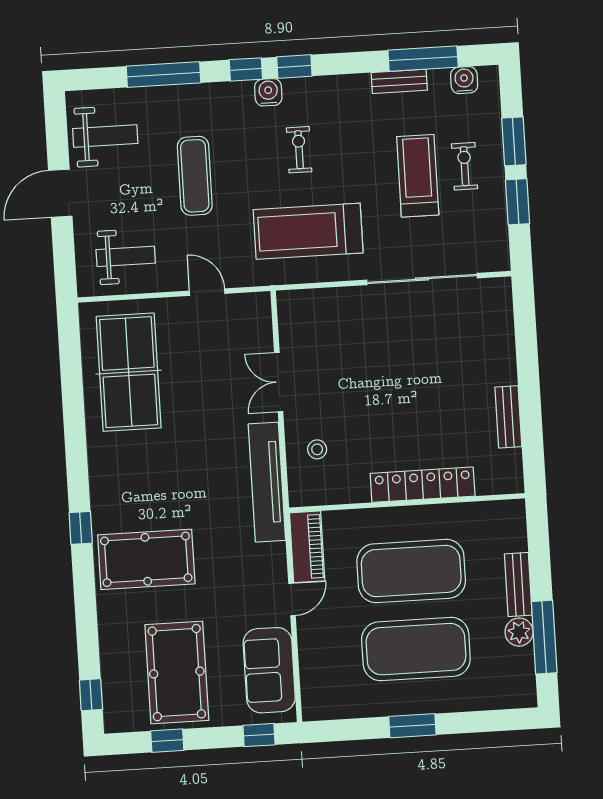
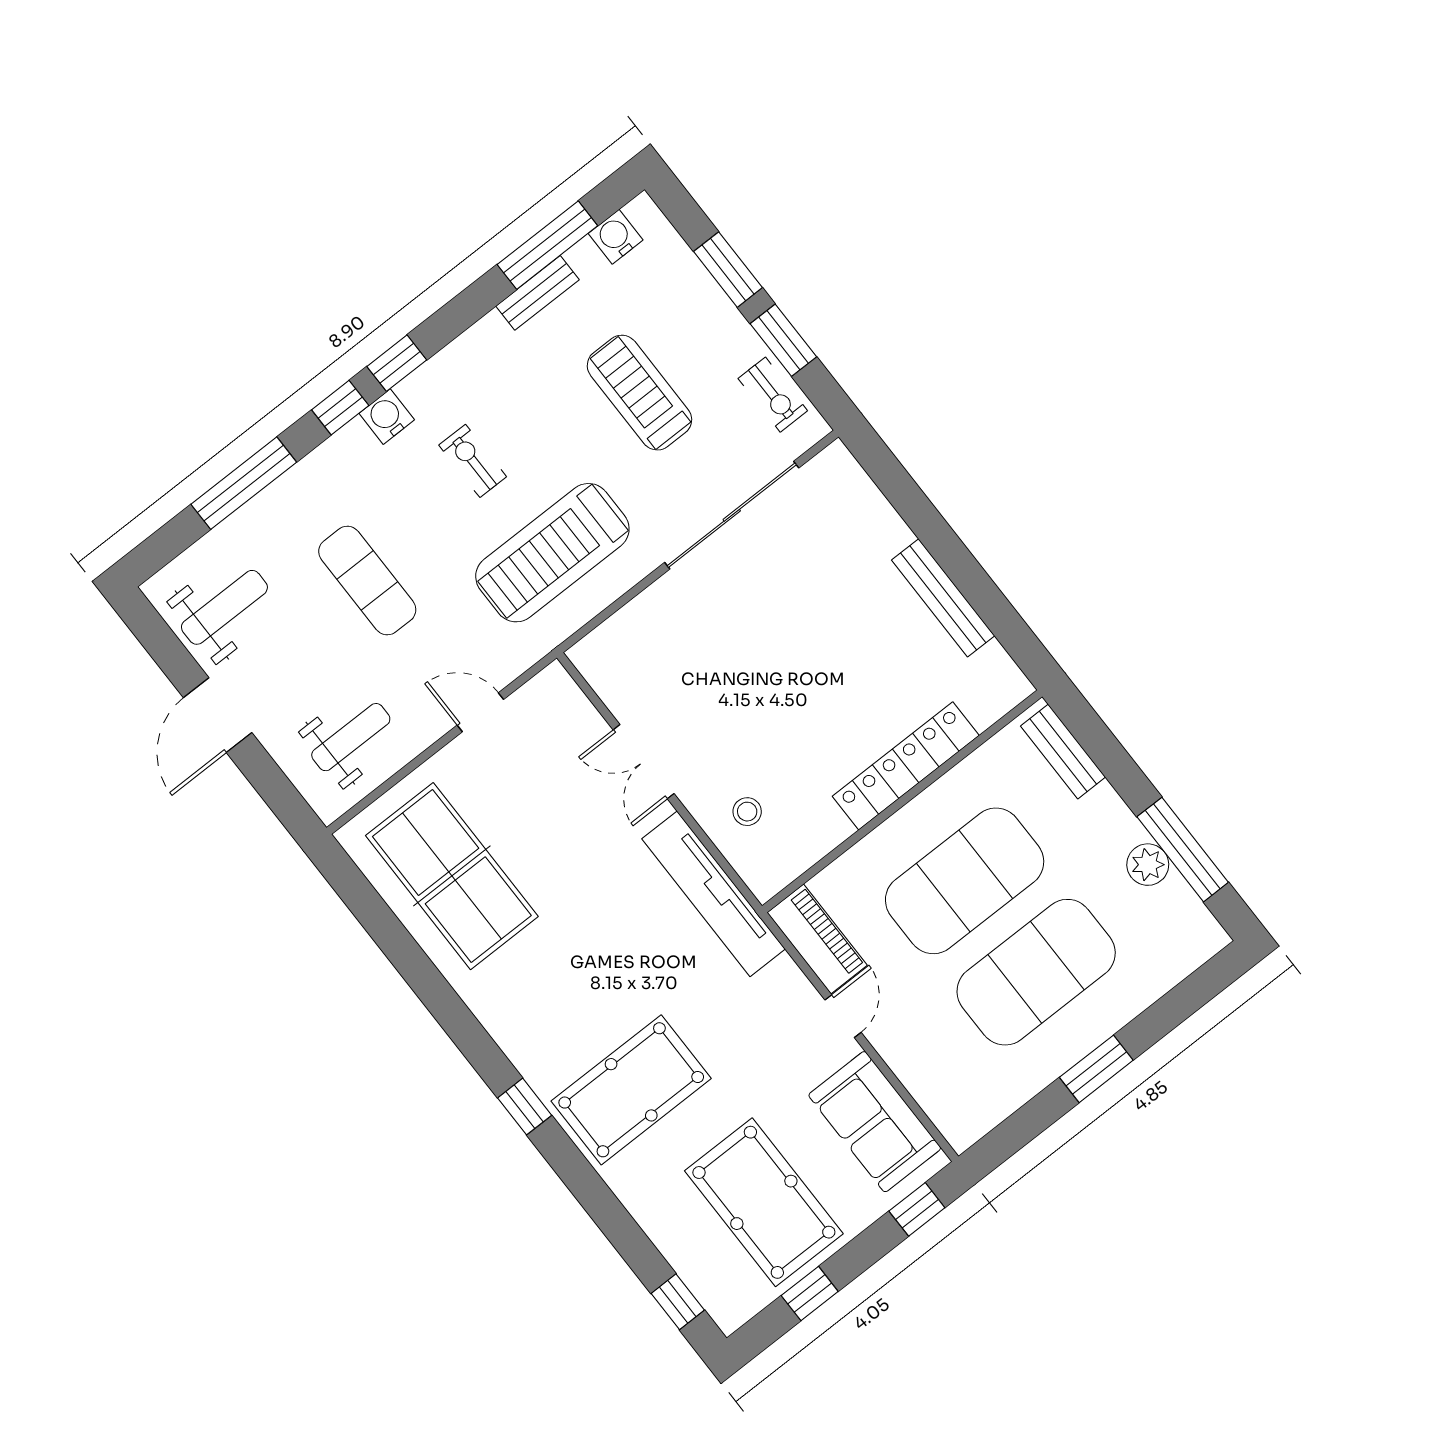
exercise bike: (465, 166) -> (773, 395), moved, turned 180
bench: (508, 417) -> (943, 598), width x1.36
bench: (518, 585) -> (1063, 752), moved

